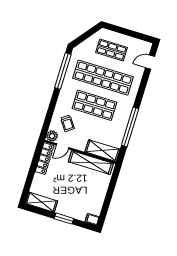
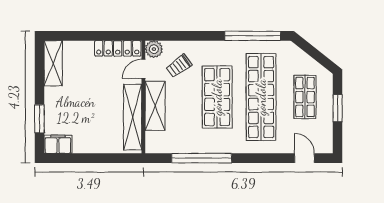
window: (125, 32) -> (338, 108), added
door: (63, 146) -> (143, 69), hinge flipped
shelving: (102, 151) -> (155, 106), moved
window: (64, 219) -> (39, 119), moved
filing cabinet: (92, 219) -> (58, 144), width x2.00

